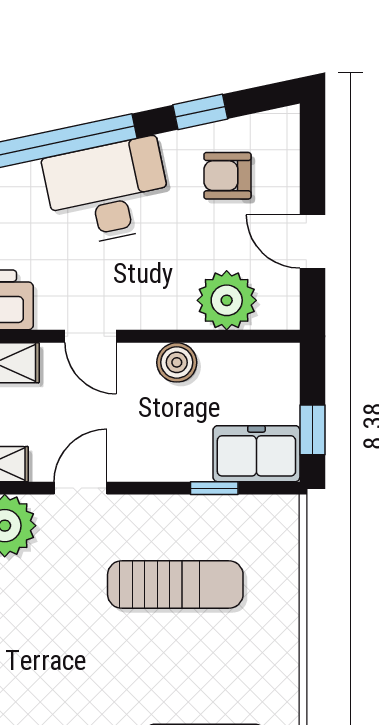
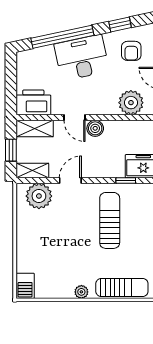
armchair: (227, 176) -> (131, 51), turned -90
boiler: (177, 362) -> (95, 128), moved
sun lounger: (175, 585) -> (110, 220), turned -90

